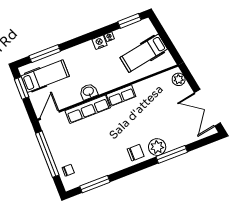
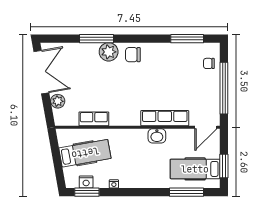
nightstand: (99, 42) -> (86, 182), moved
plant: (179, 79) -> (58, 101), moved
row of seats: (121, 96) -> (94, 119), moved

